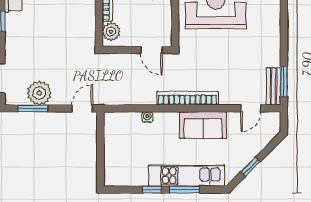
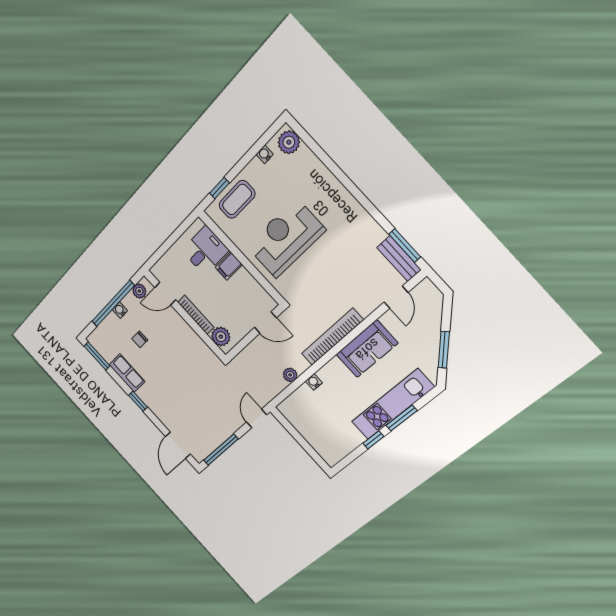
plant: (39, 93) -> (290, 375), moved, width x0.53, depth x0.53
window: (33, 108) -> (221, 450), width x1.44
window: (251, 167) -> (444, 350), width x1.50

